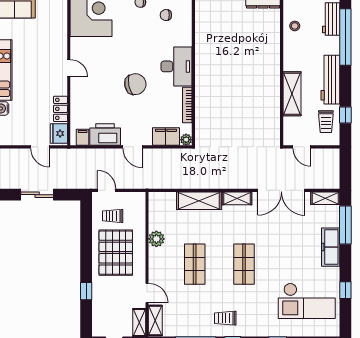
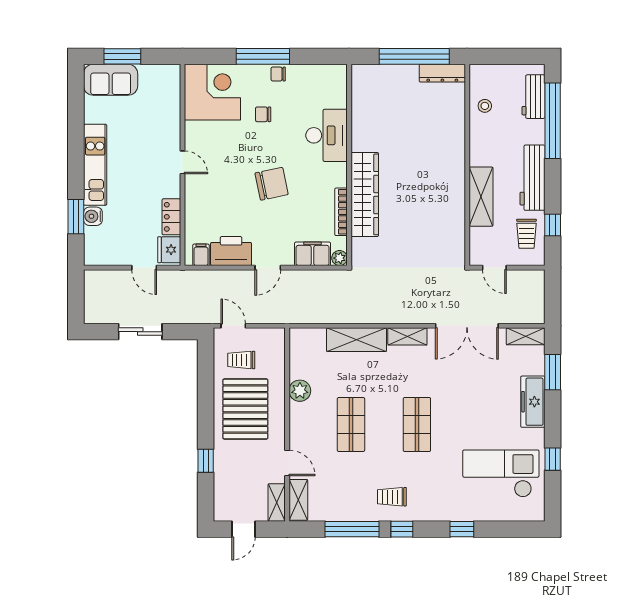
chair: (166, 15) -> (263, 114), moved
desk: (176, 66) -> (327, 135), moved
wardrobe: (205, 92) -> (365, 194), added
door: (133, 147) -> (268, 268), hinge flipped
window: (345, 225) -> (553, 372), width x0.69
checkout: (307, 301) -> (501, 474), turned 180

